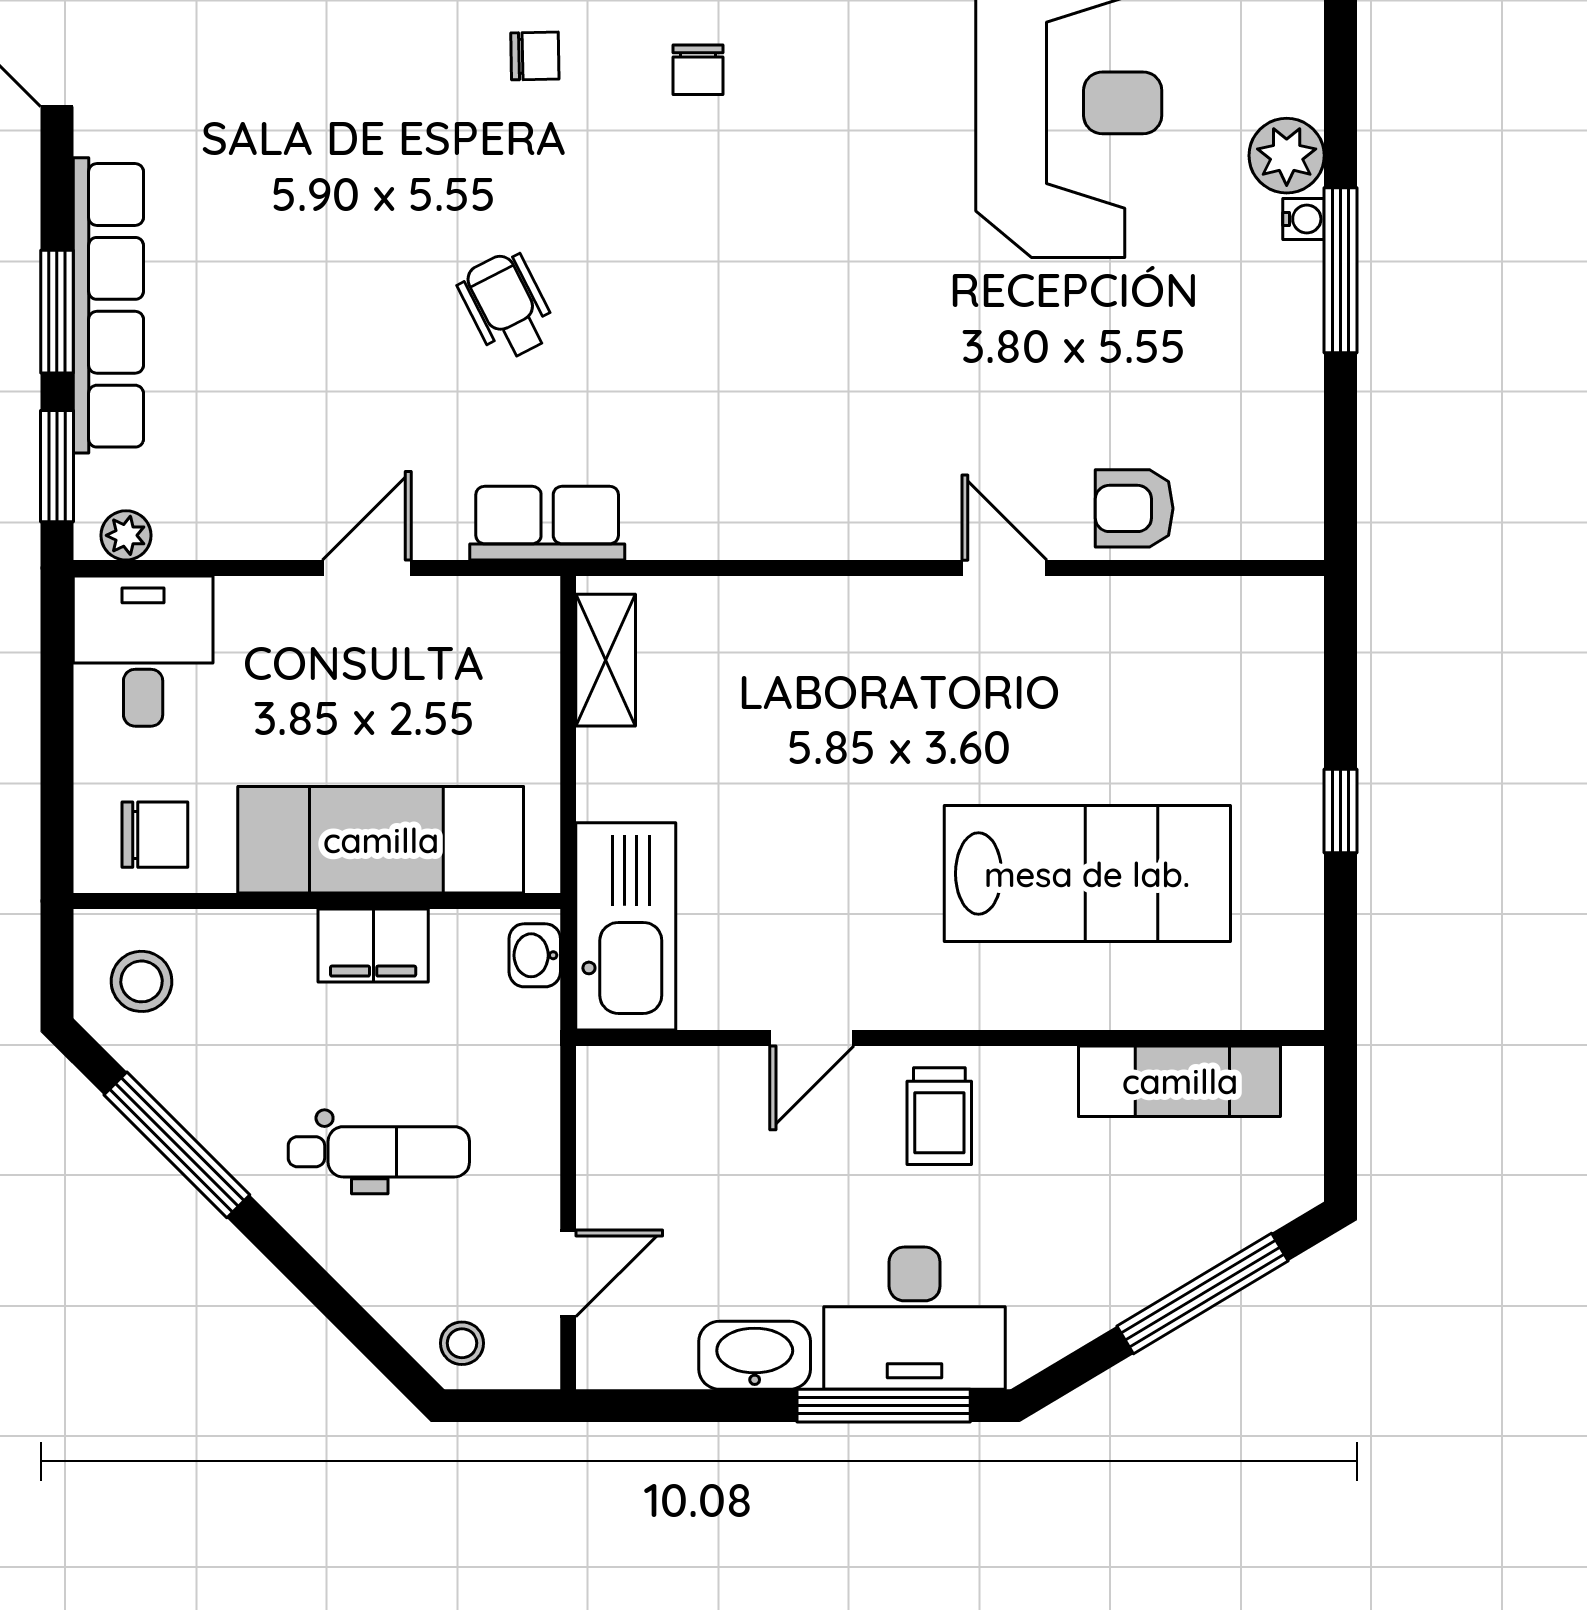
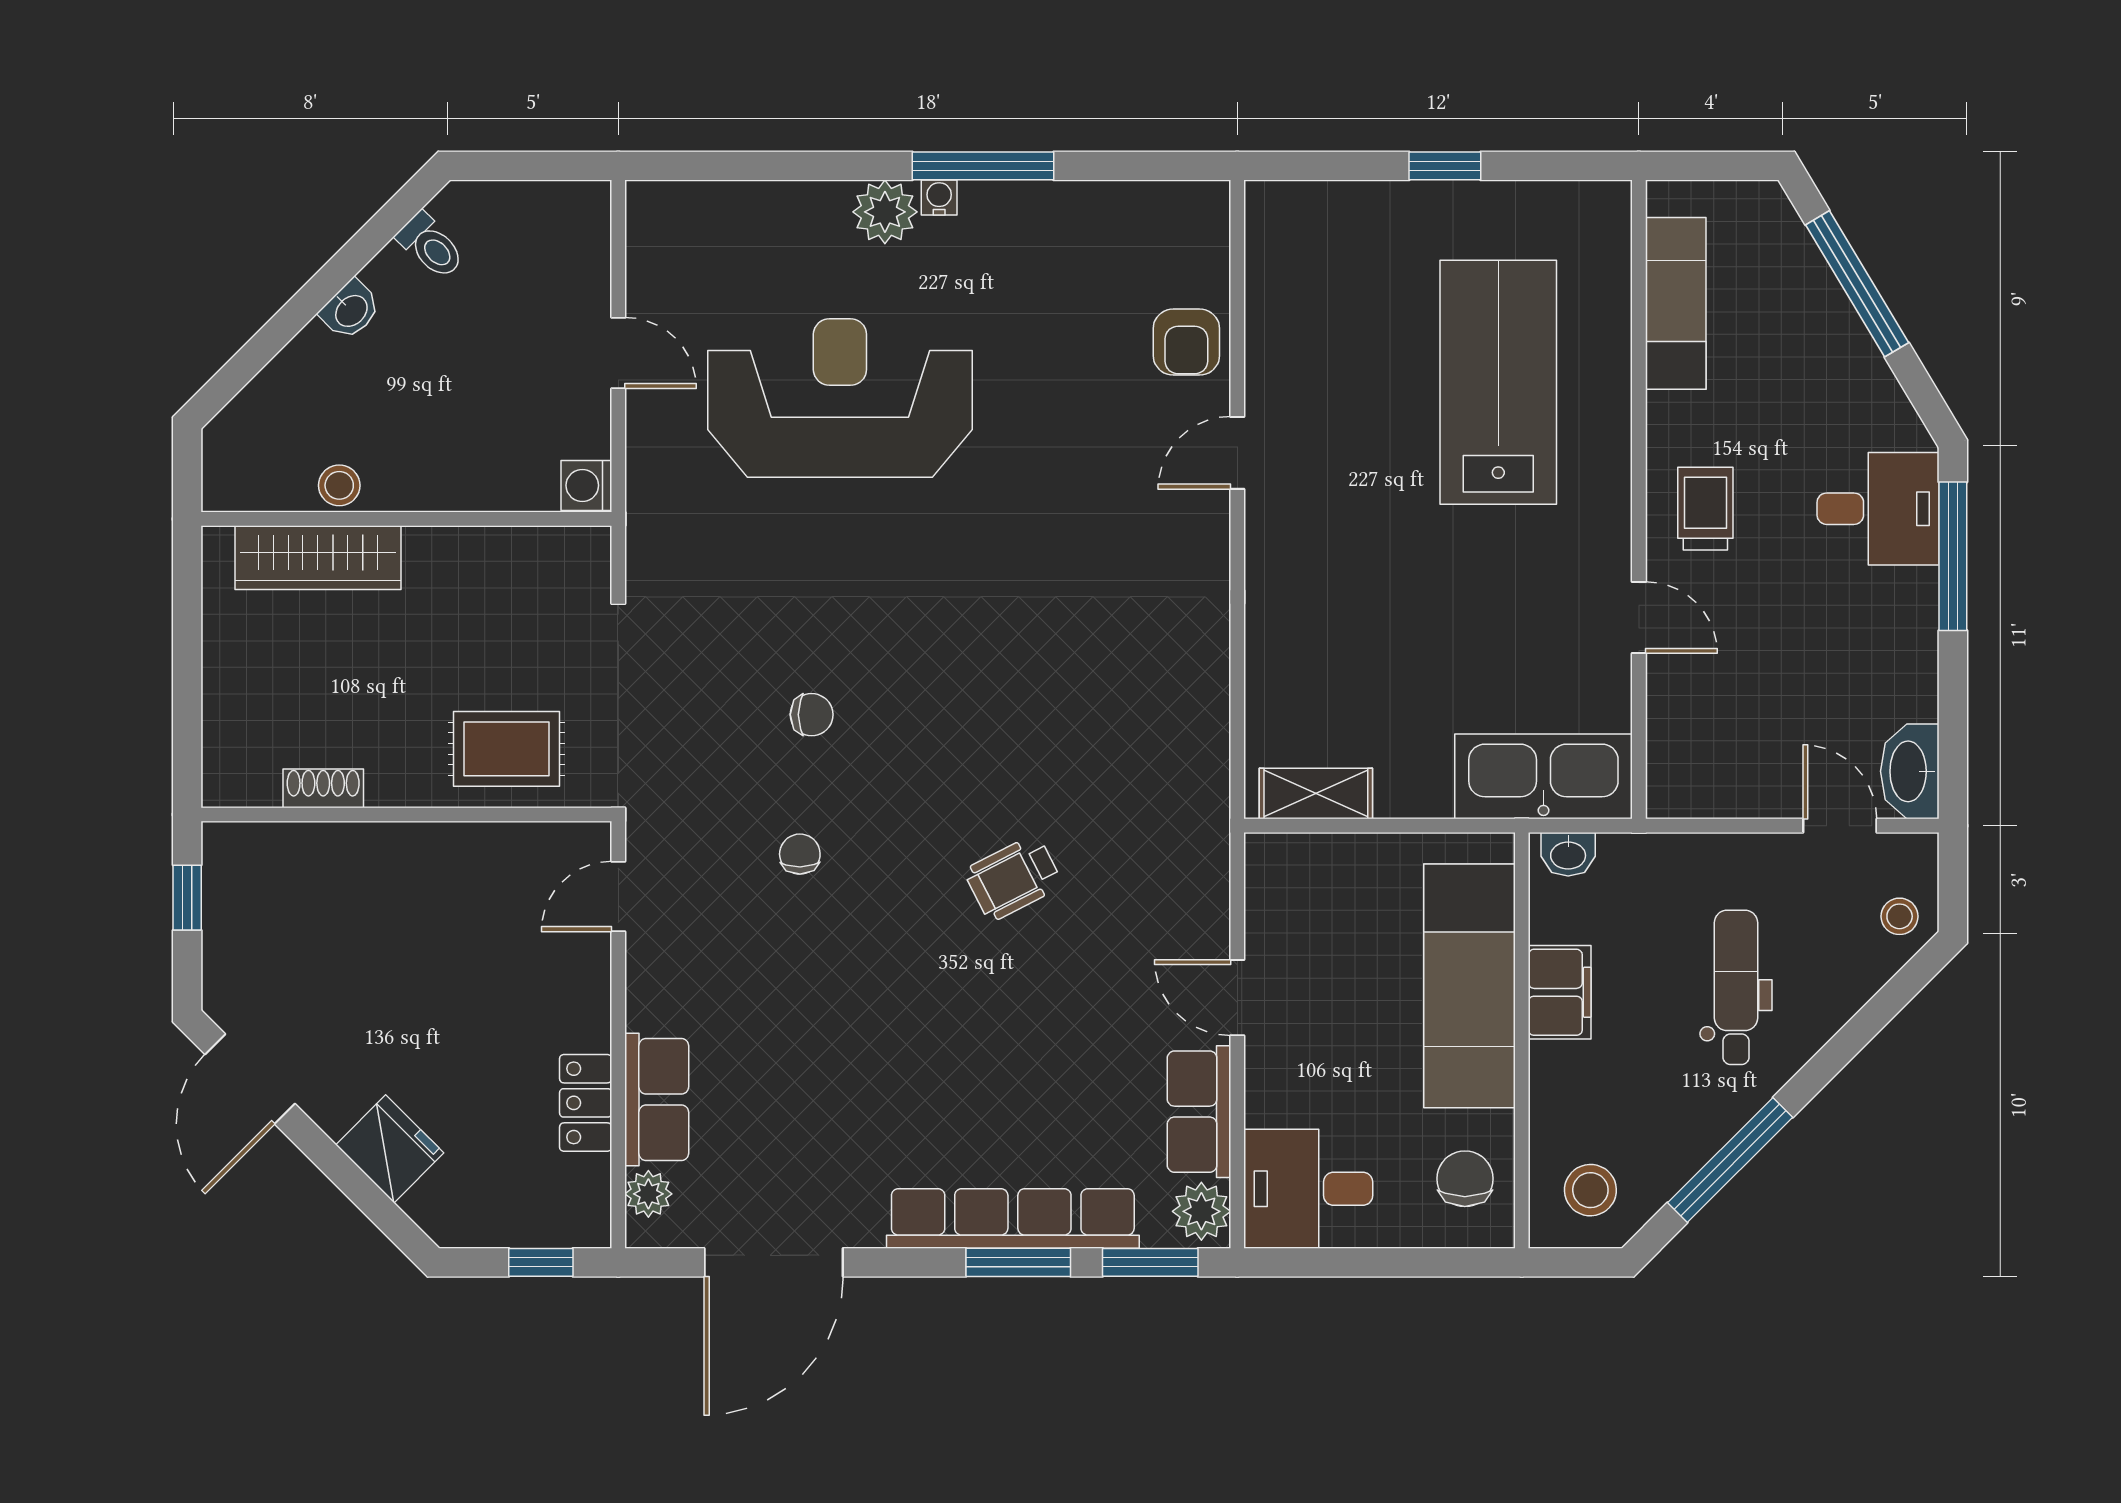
row of seats: (547, 523) -> (1199, 1112), moved
plant: (126, 535) -> (1201, 1211), width x1.38, depth x1.38
trolley: (939, 1116) -> (1705, 509), turned -90
desk: (915, 1318) -> (1878, 509), width x0.73
washbasin: (755, 1355) -> (1910, 771), moved

